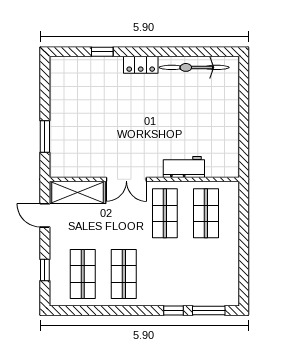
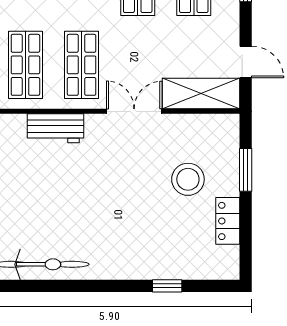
locker: (141, 65) -> (228, 221), moved, turned -90
stool: (87, 130) -> (188, 179), added

